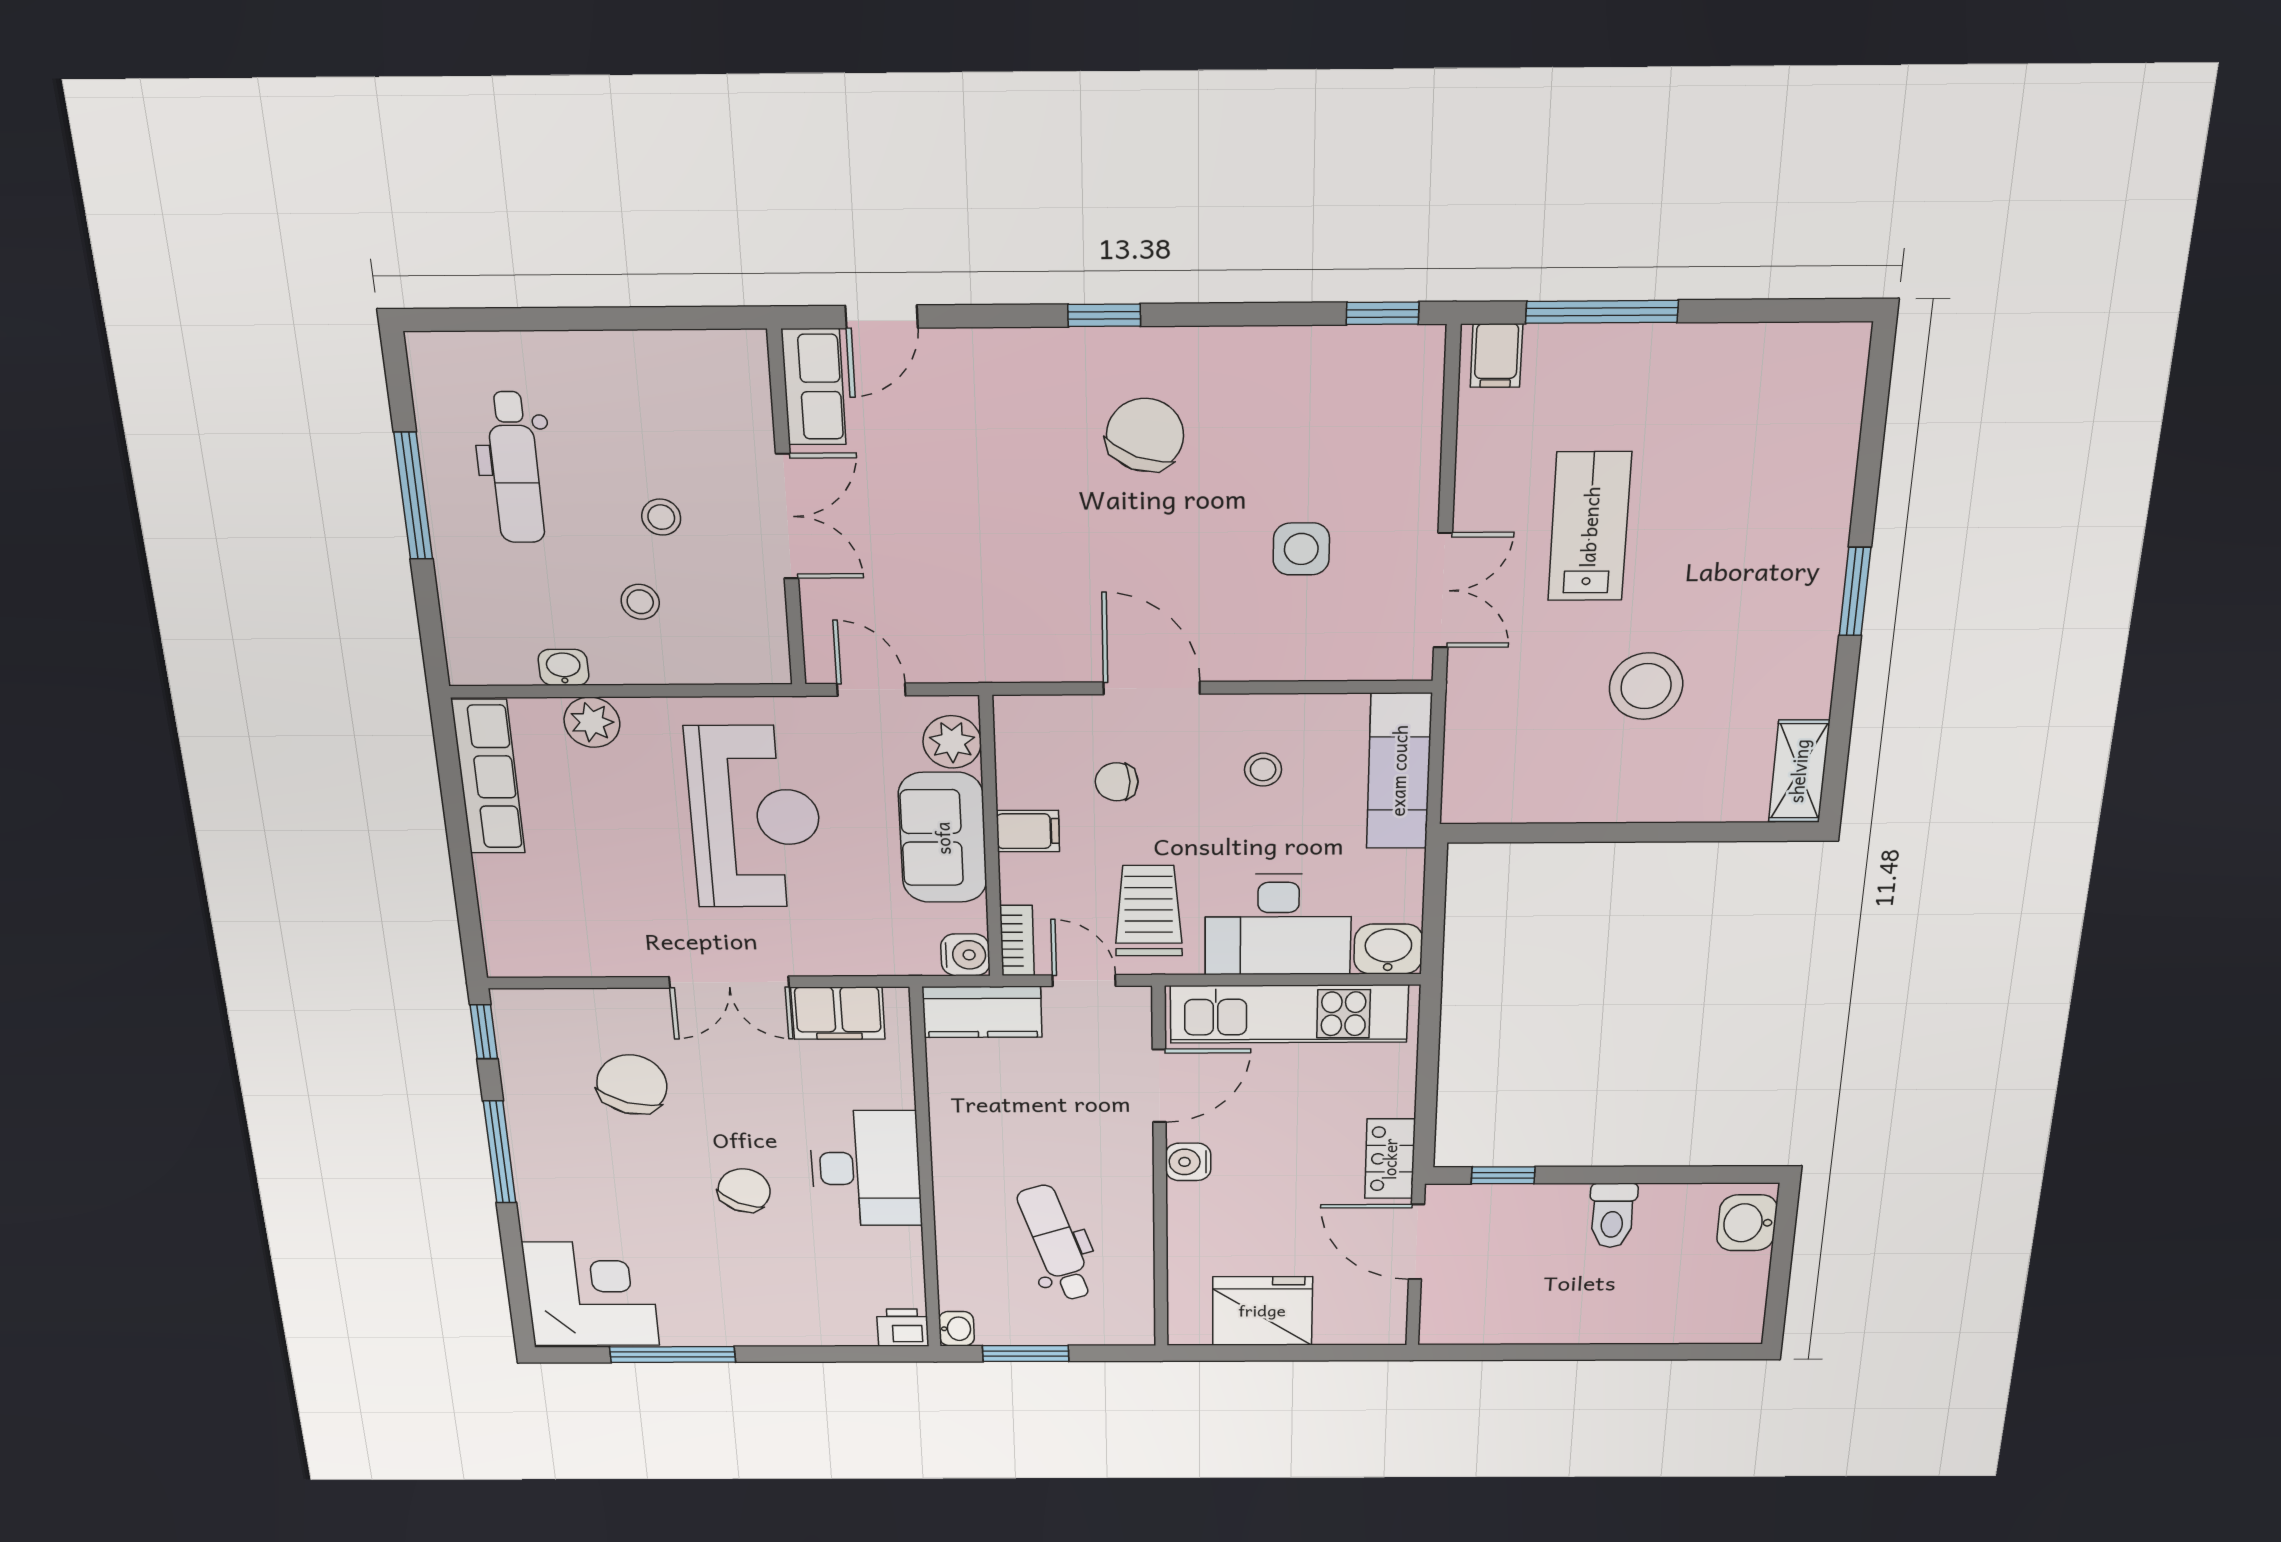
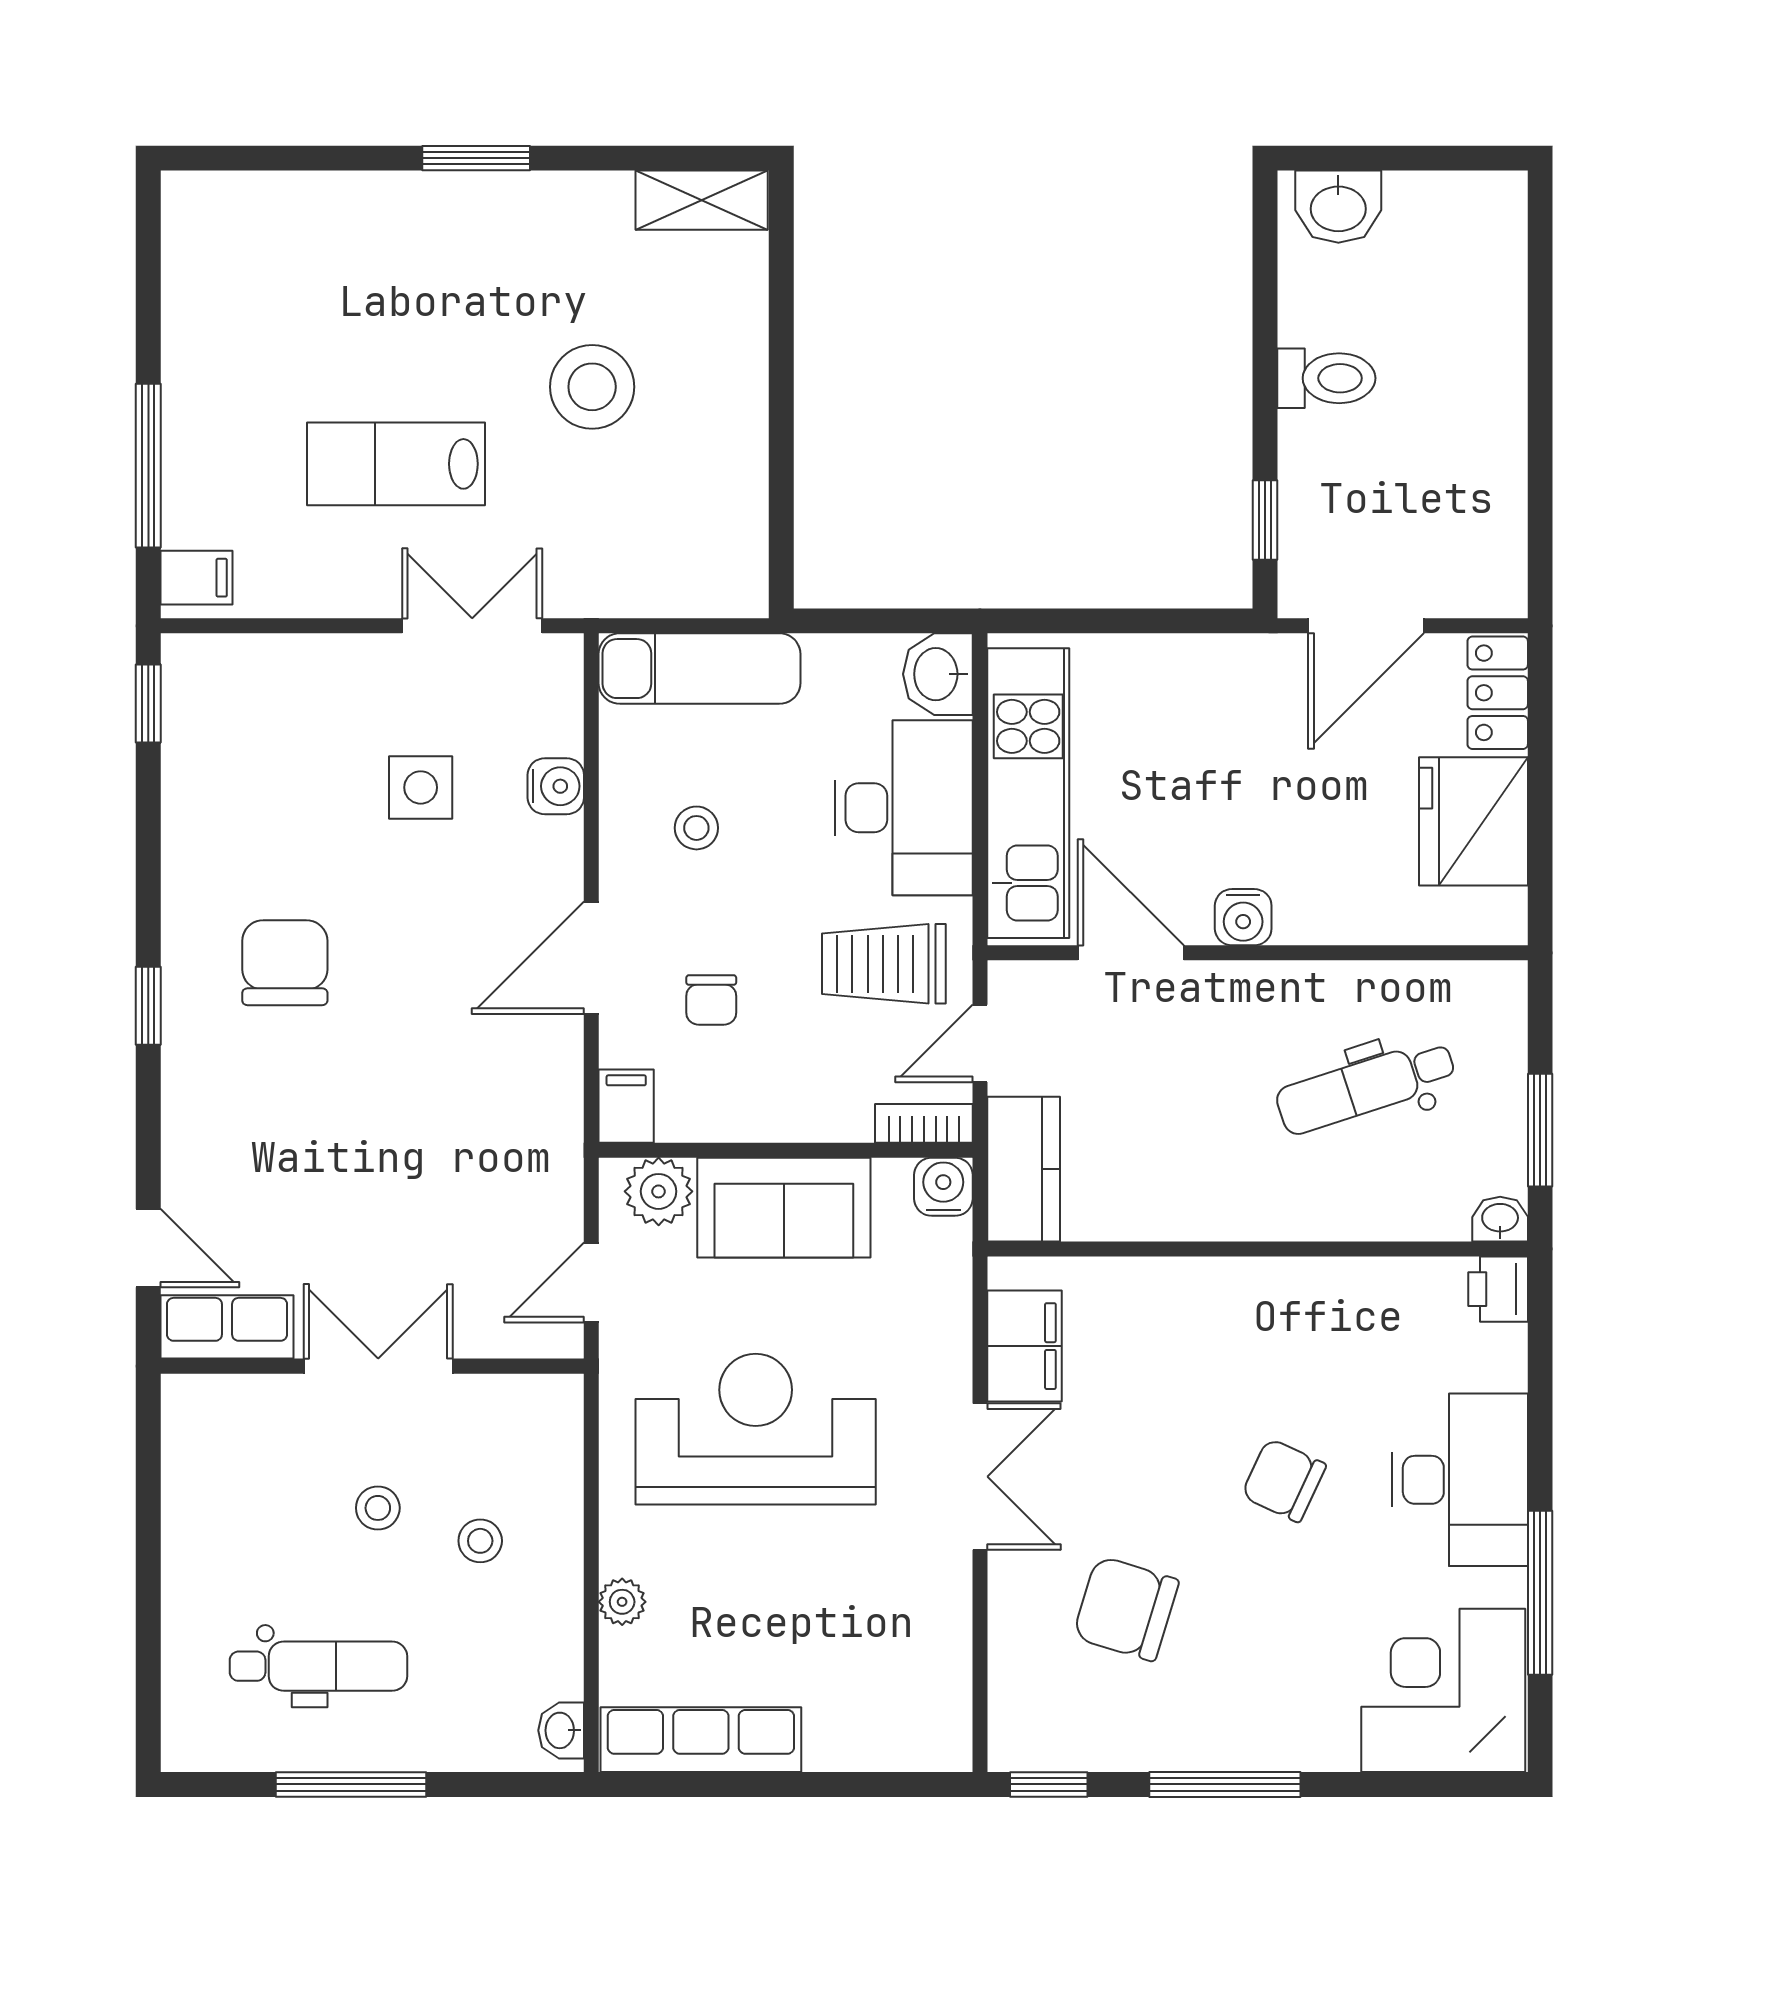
chair: (1145, 435) -> (285, 963), turned 69
water cooler: (1301, 659) -> (556, 786), added
washbasin: (564, 667) -> (561, 1730), moved
plant: (592, 722) -> (622, 1602), width x0.73, depth x0.73
filing cabinet: (1028, 831) -> (626, 1106), moved
locker: (1390, 1159) -> (1498, 693), moved, turned 90
desk: (866, 1168) -> (1460, 1480), moved, turned 90

